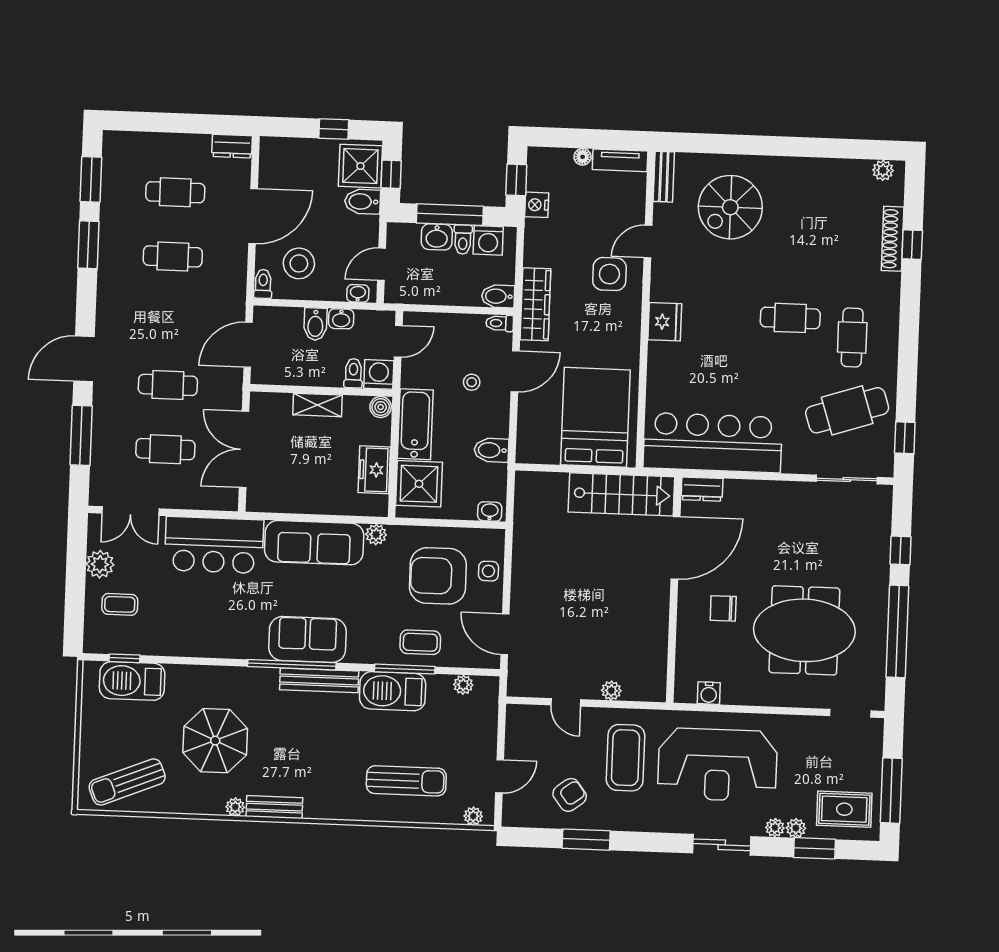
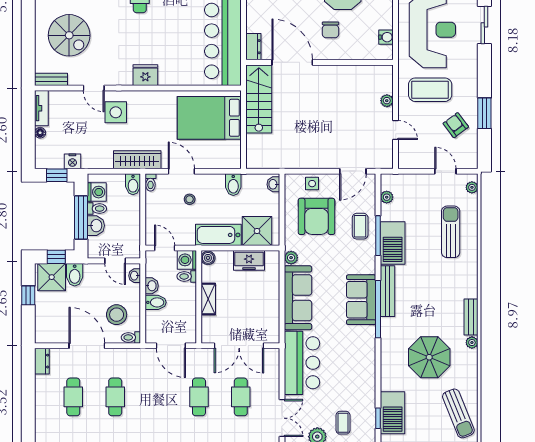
door: (566, 702) -> (396, 130), hinge flipped

